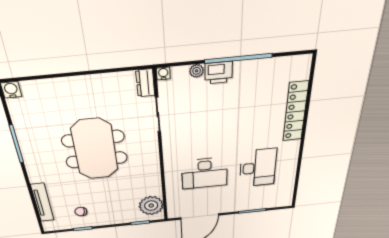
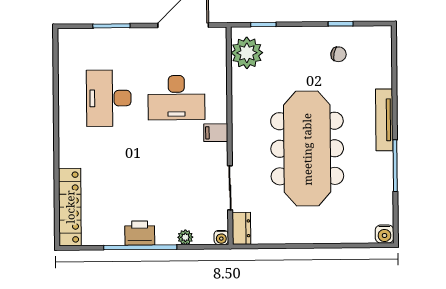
printer: (219, 73) -> (140, 233), moved
locker: (296, 112) -> (70, 207), moved
meeting table: (95, 149) -> (307, 149), width x1.36
filing cabinet: (172, 153) -> (216, 133), added
desk: (205, 173) -> (176, 98), turned 180
tv unit: (42, 203) -> (384, 120), moved

